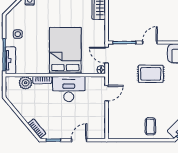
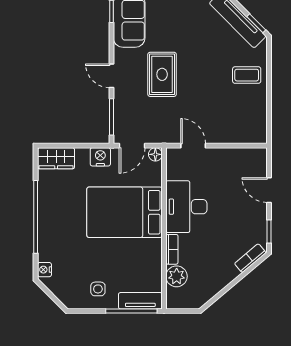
nightstand: (100, 36) -> (100, 157), added

